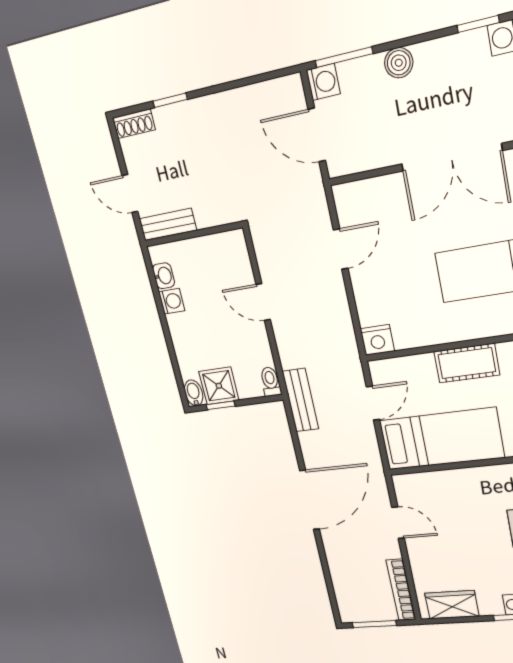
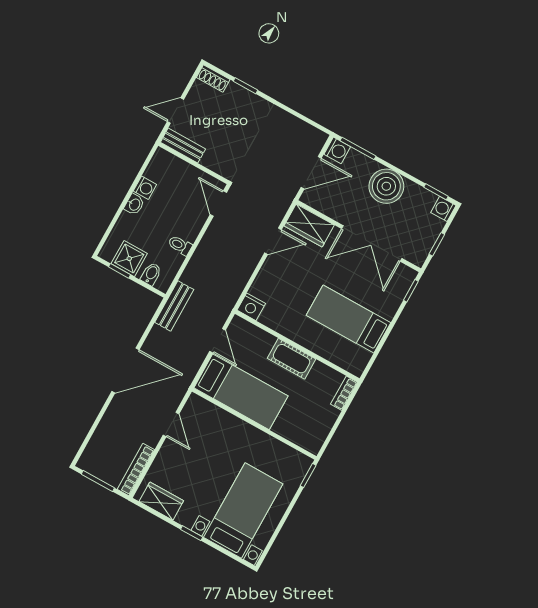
boiler: (399, 63) -> (386, 186), width x1.86, depth x1.86
door: (317, 135) -> (311, 173), swing flipped
door: (130, 194) -> (176, 111), hinge flipped
wardrobe: (364, 198) -> (309, 225), added
washbasin: (164, 276) -> (134, 204), moved
door: (263, 302) -> (218, 203), moved
toilet: (270, 382) -> (180, 245), moved, turned -90
bidet: (194, 393) -> (151, 274), moved
door: (373, 403) -> (218, 341), hinge flipped

